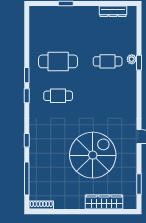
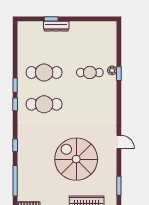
dresser: (113, 11) -> (56, 26), moved
cafe table: (58, 96) -> (44, 104), width x1.37, depth x1.35
spiral stairs: (93, 155) -> (76, 159), turned -90

